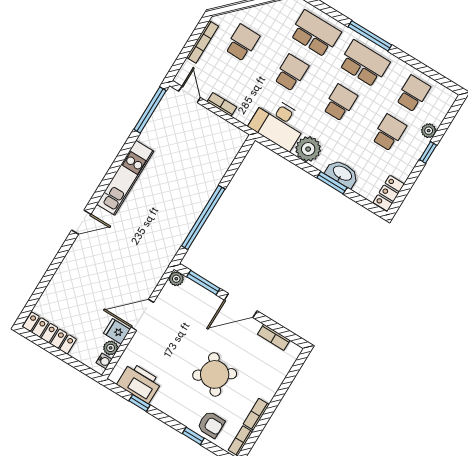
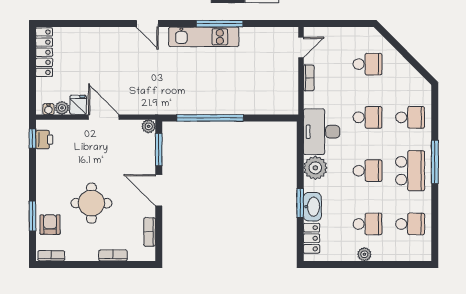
school desk: (315, 34) -> (410, 117), width x0.54
bookcase: (203, 42) -> (349, 32), removed
window: (150, 110) -> (219, 24), moved
plant: (429, 131) -> (364, 254), moved
window: (428, 152) -> (371, 264), removed
locker: (389, 193) -> (312, 238), moved, turned 90
round table: (215, 374) -> (91, 203), turned 34
printer: (139, 383) -> (44, 140), width x0.53, depth x0.68
window: (140, 403) -> (32, 139), moved
bookcase: (256, 414) -> (113, 255), moved
armchair: (211, 425) -> (50, 225), turned 180
window: (193, 436) -> (32, 216), width x1.50

